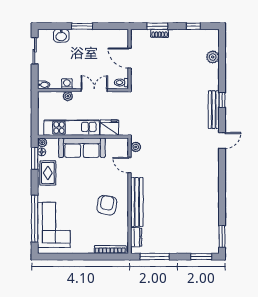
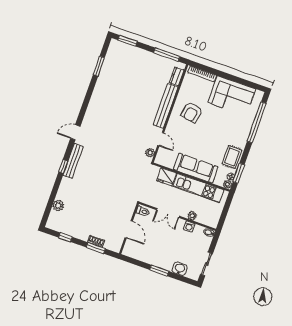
corner sofa: (54, 225) -> (232, 96), moved, turned -90
window: (222, 237) -> (99, 66), moved

